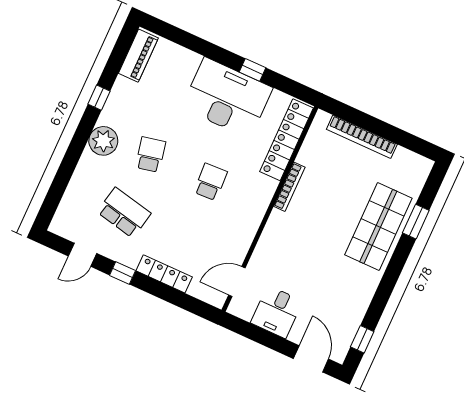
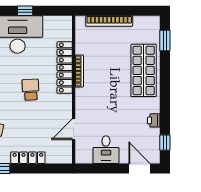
locker: (286, 140) -> (65, 67), moved
window: (416, 222) -> (165, 40), moved
door: (237, 281) -> (74, 129), moved
printer: (361, 302) -> (154, 120), added

